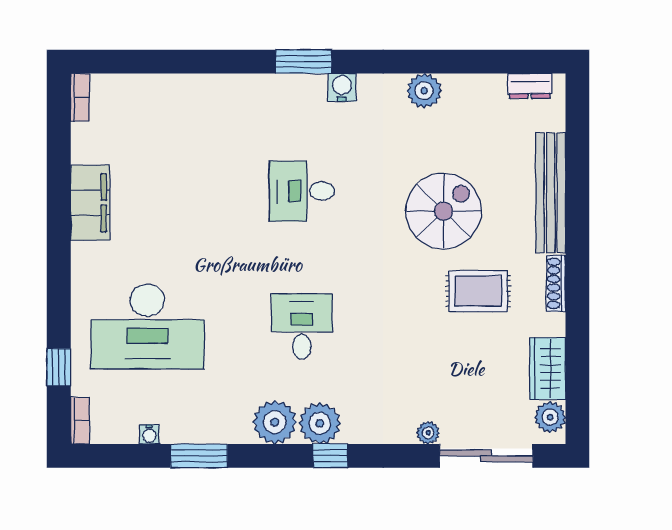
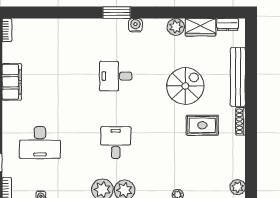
desk: (147, 326) -> (40, 143), width x0.73, depth x0.77
wardrobe: (548, 368) -> (200, 27), moved, turned -90

